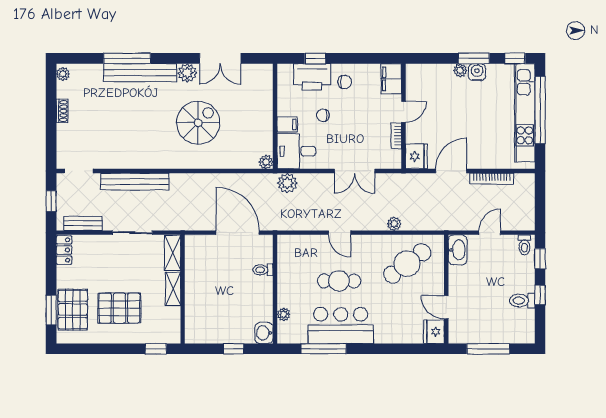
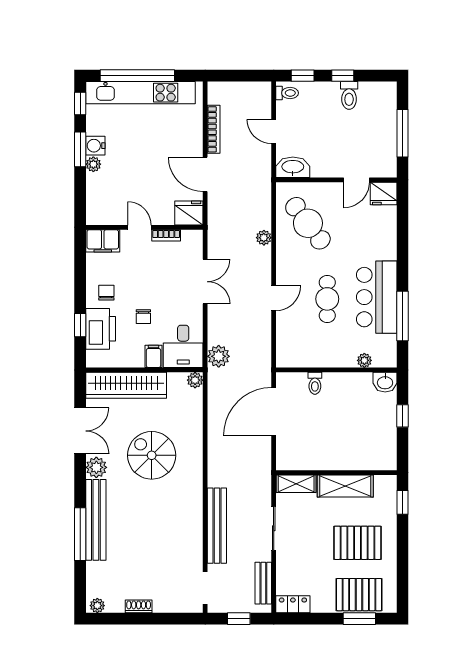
wardrobe: (261, 100) -> (126, 385), added
shelving: (173, 289) -> (345, 486), width x1.50, depth x1.33
pallet: (119, 308) -> (357, 543), turned 90

